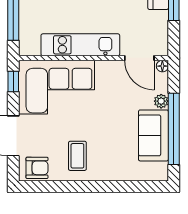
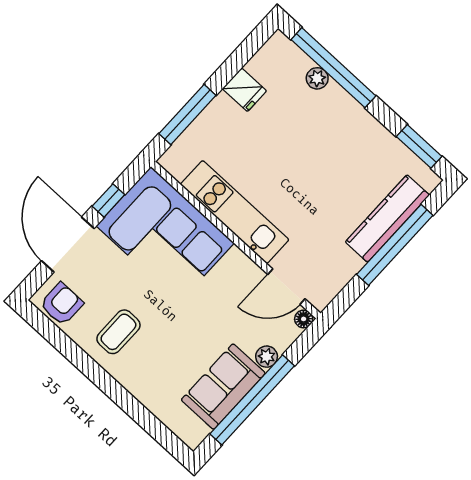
door: (139, 58) -> (286, 287), hinge flipped
window: (13, 82) -> (108, 200), moved
armchair: (37, 168) -> (62, 304), turned -90

